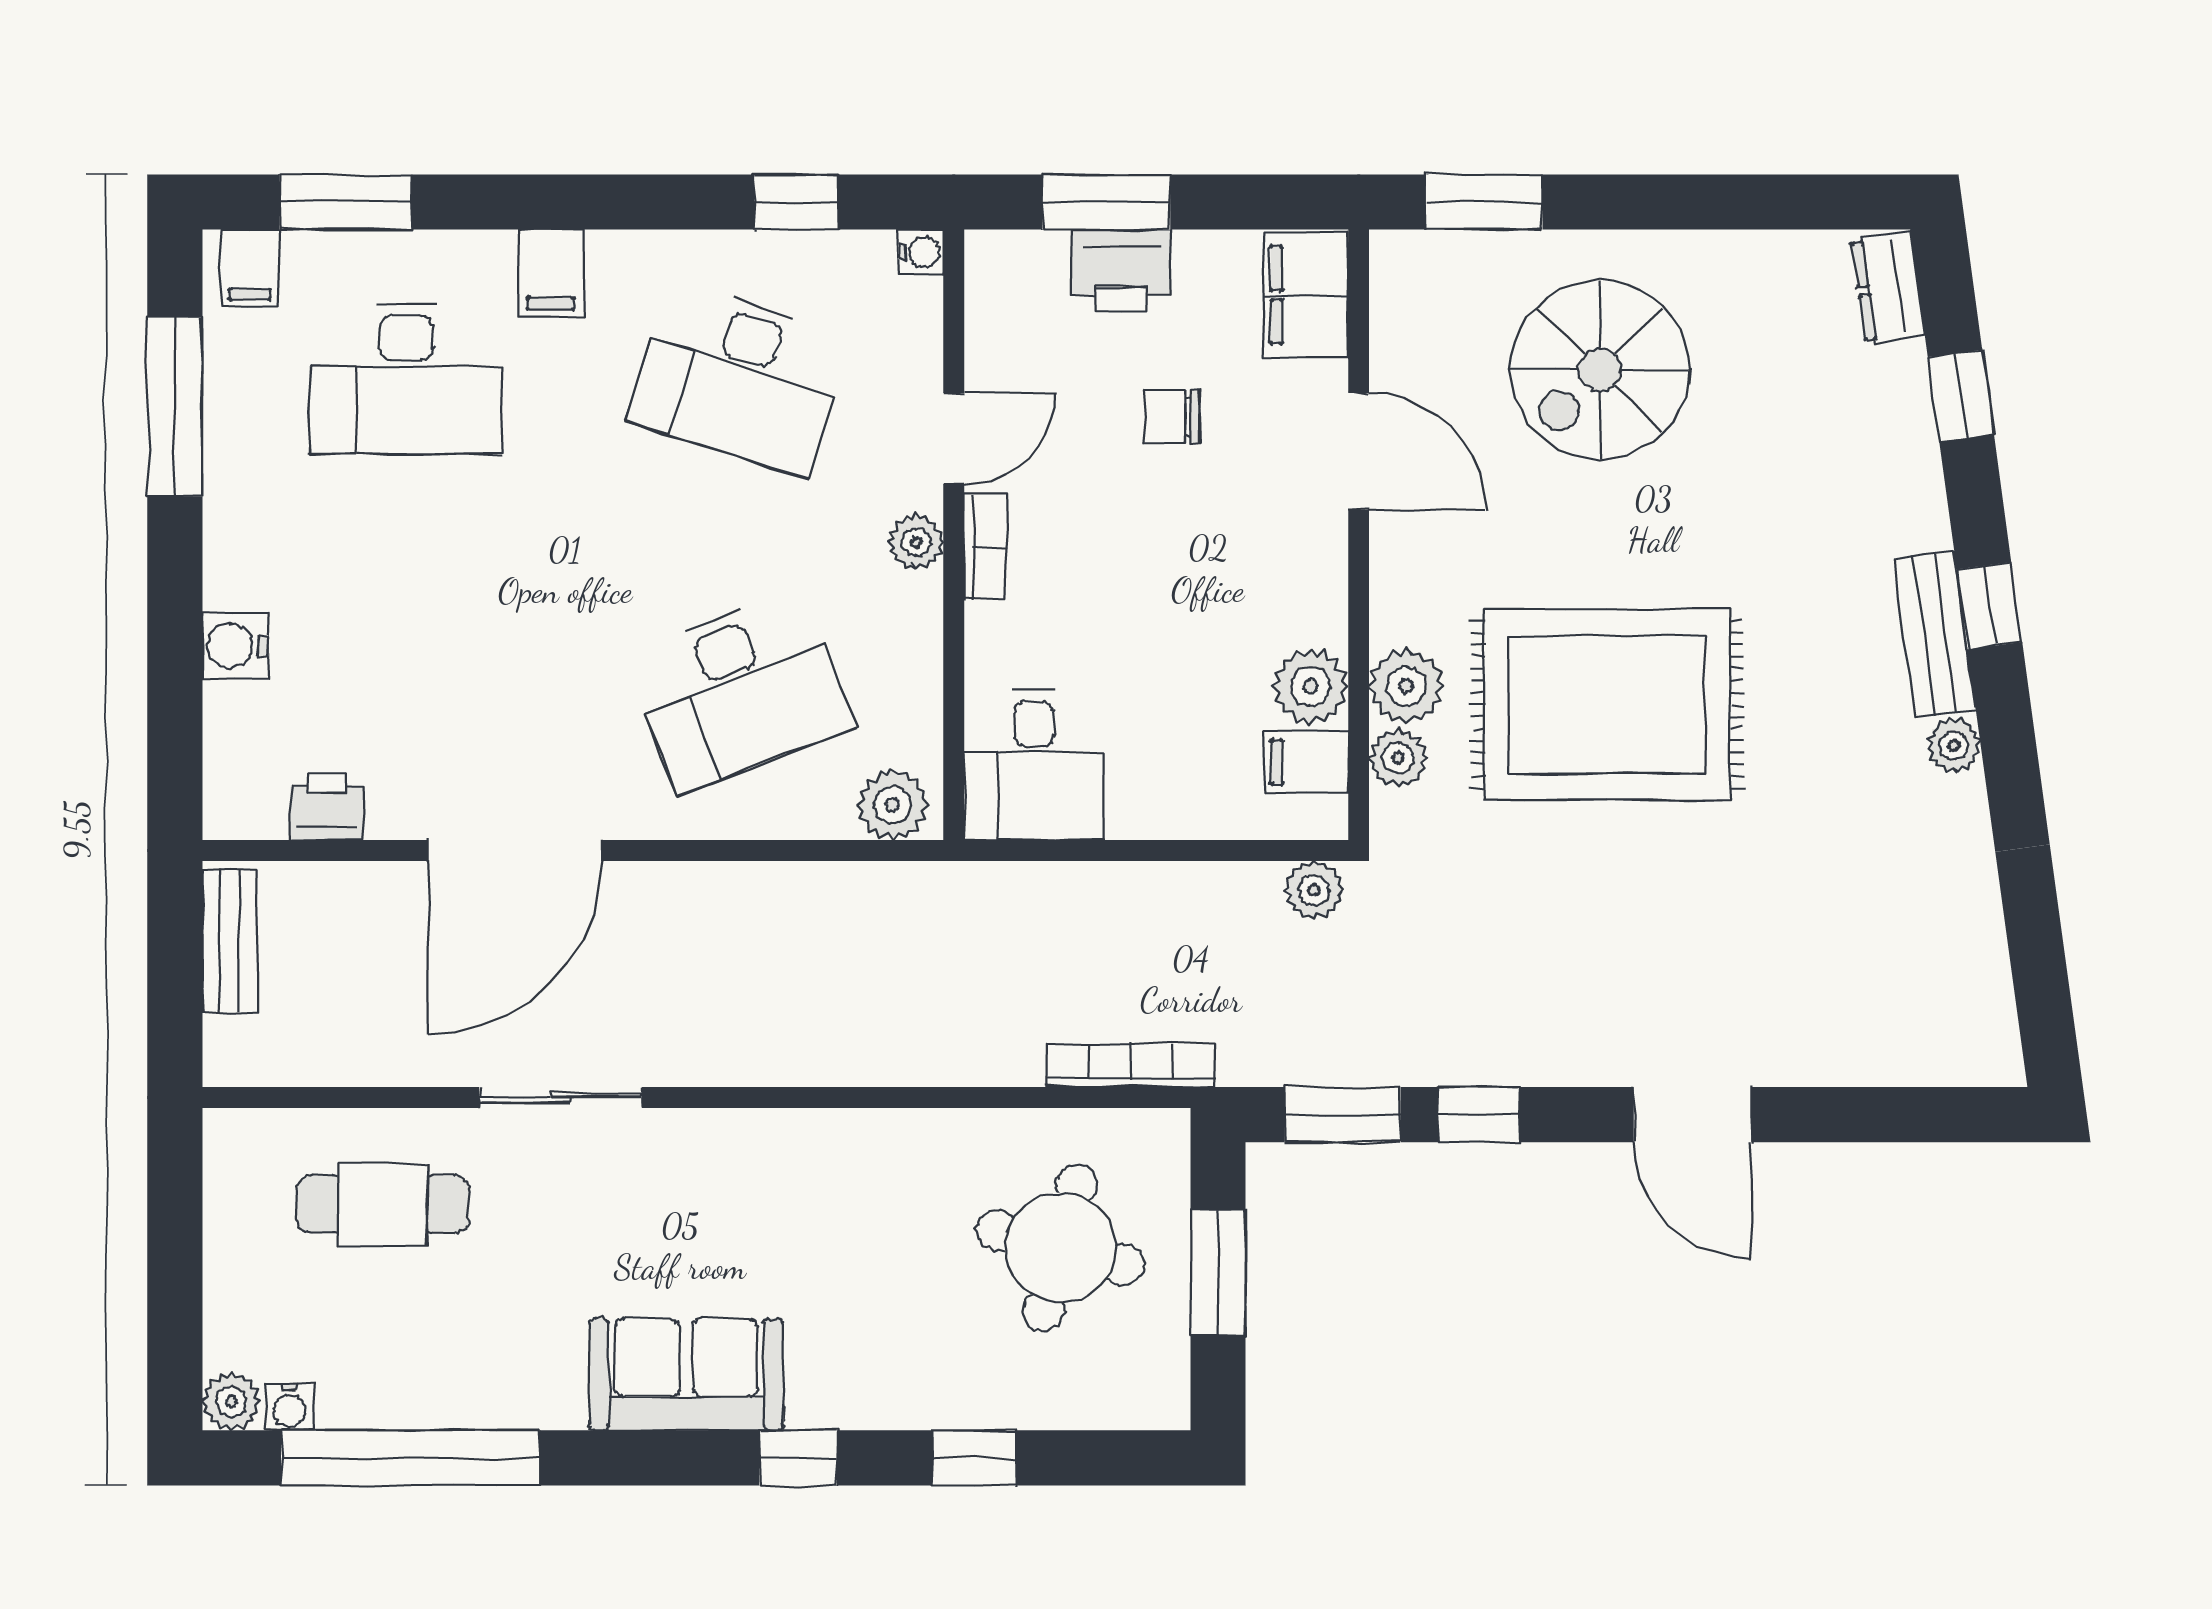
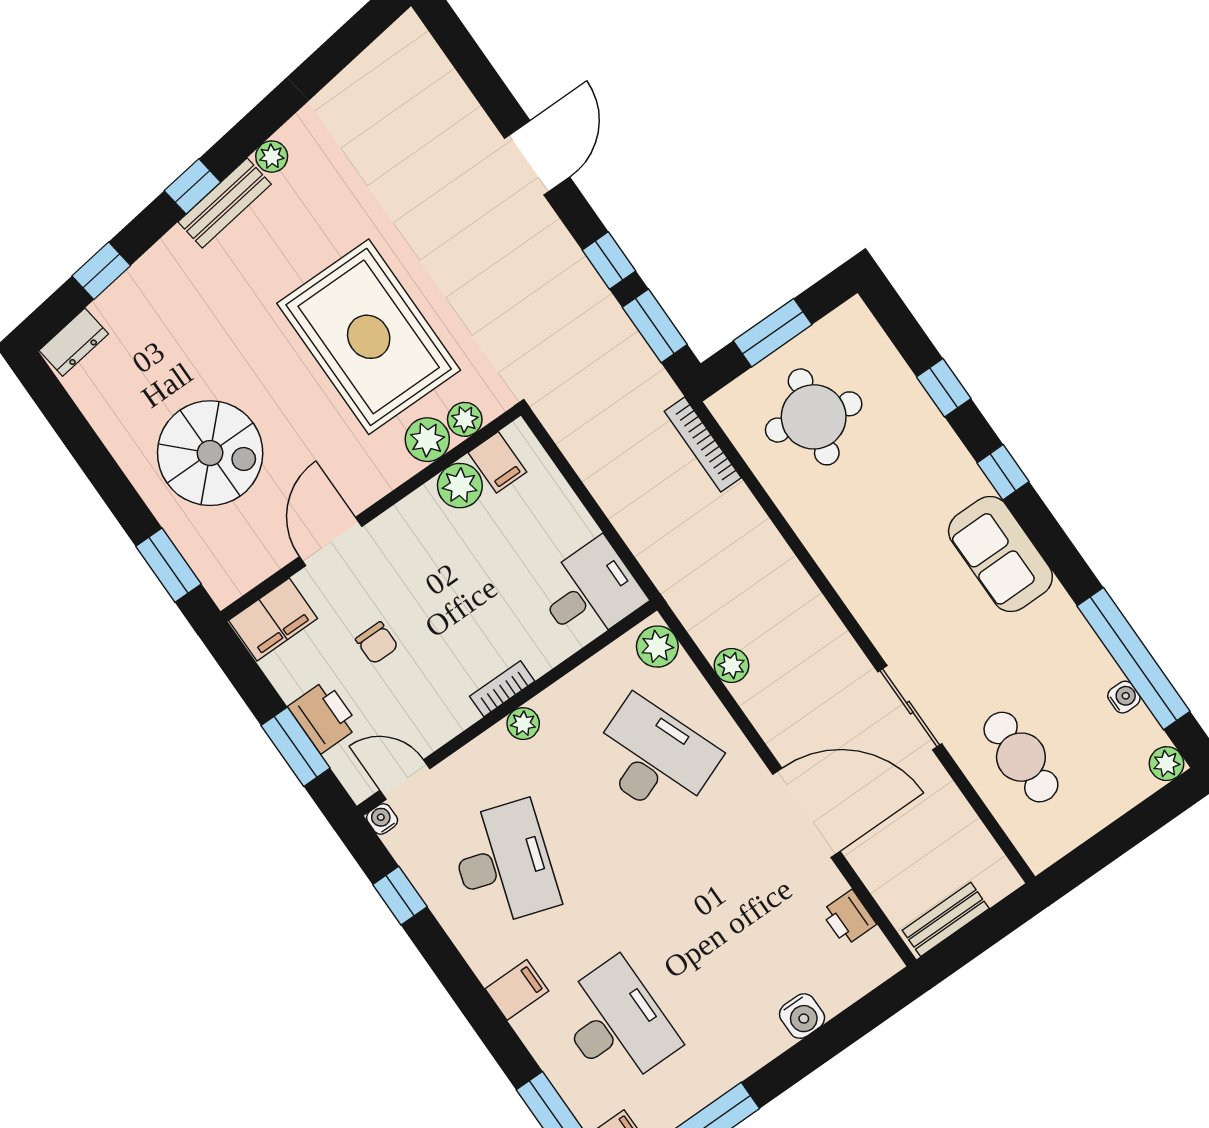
door: (954, 438) -> (405, 780), moved
plant: (1314, 890) -> (731, 665), moved
water cooler: (289, 1407) -> (1124, 697), moved

